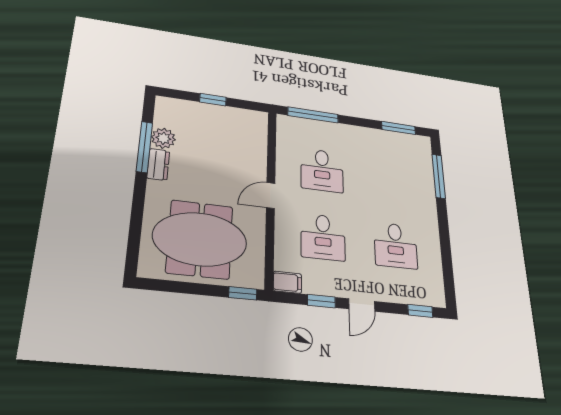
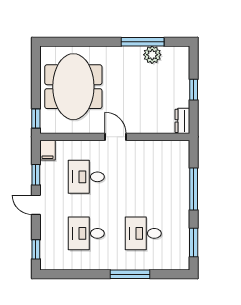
window: (313, 115) -> (194, 189), moved
dresser: (158, 164) -> (182, 121), moved, turned 90
desk: (322, 170) -> (143, 233), moved
window: (439, 176) -> (130, 274), moved

